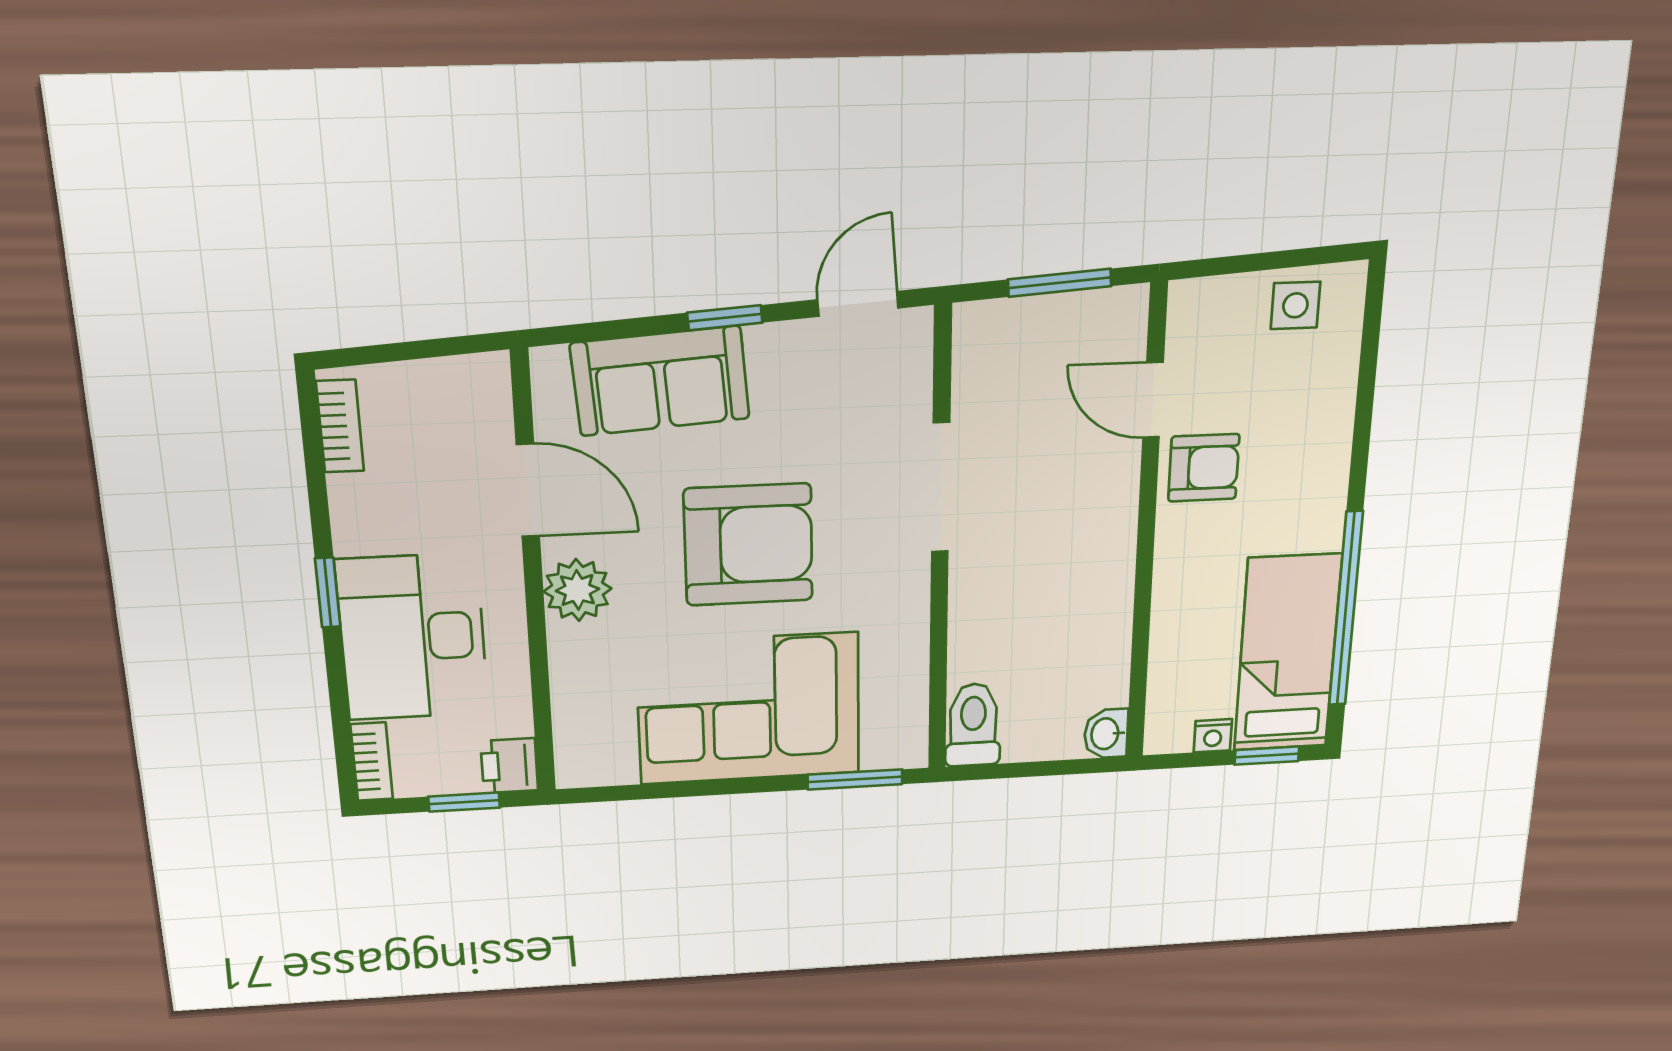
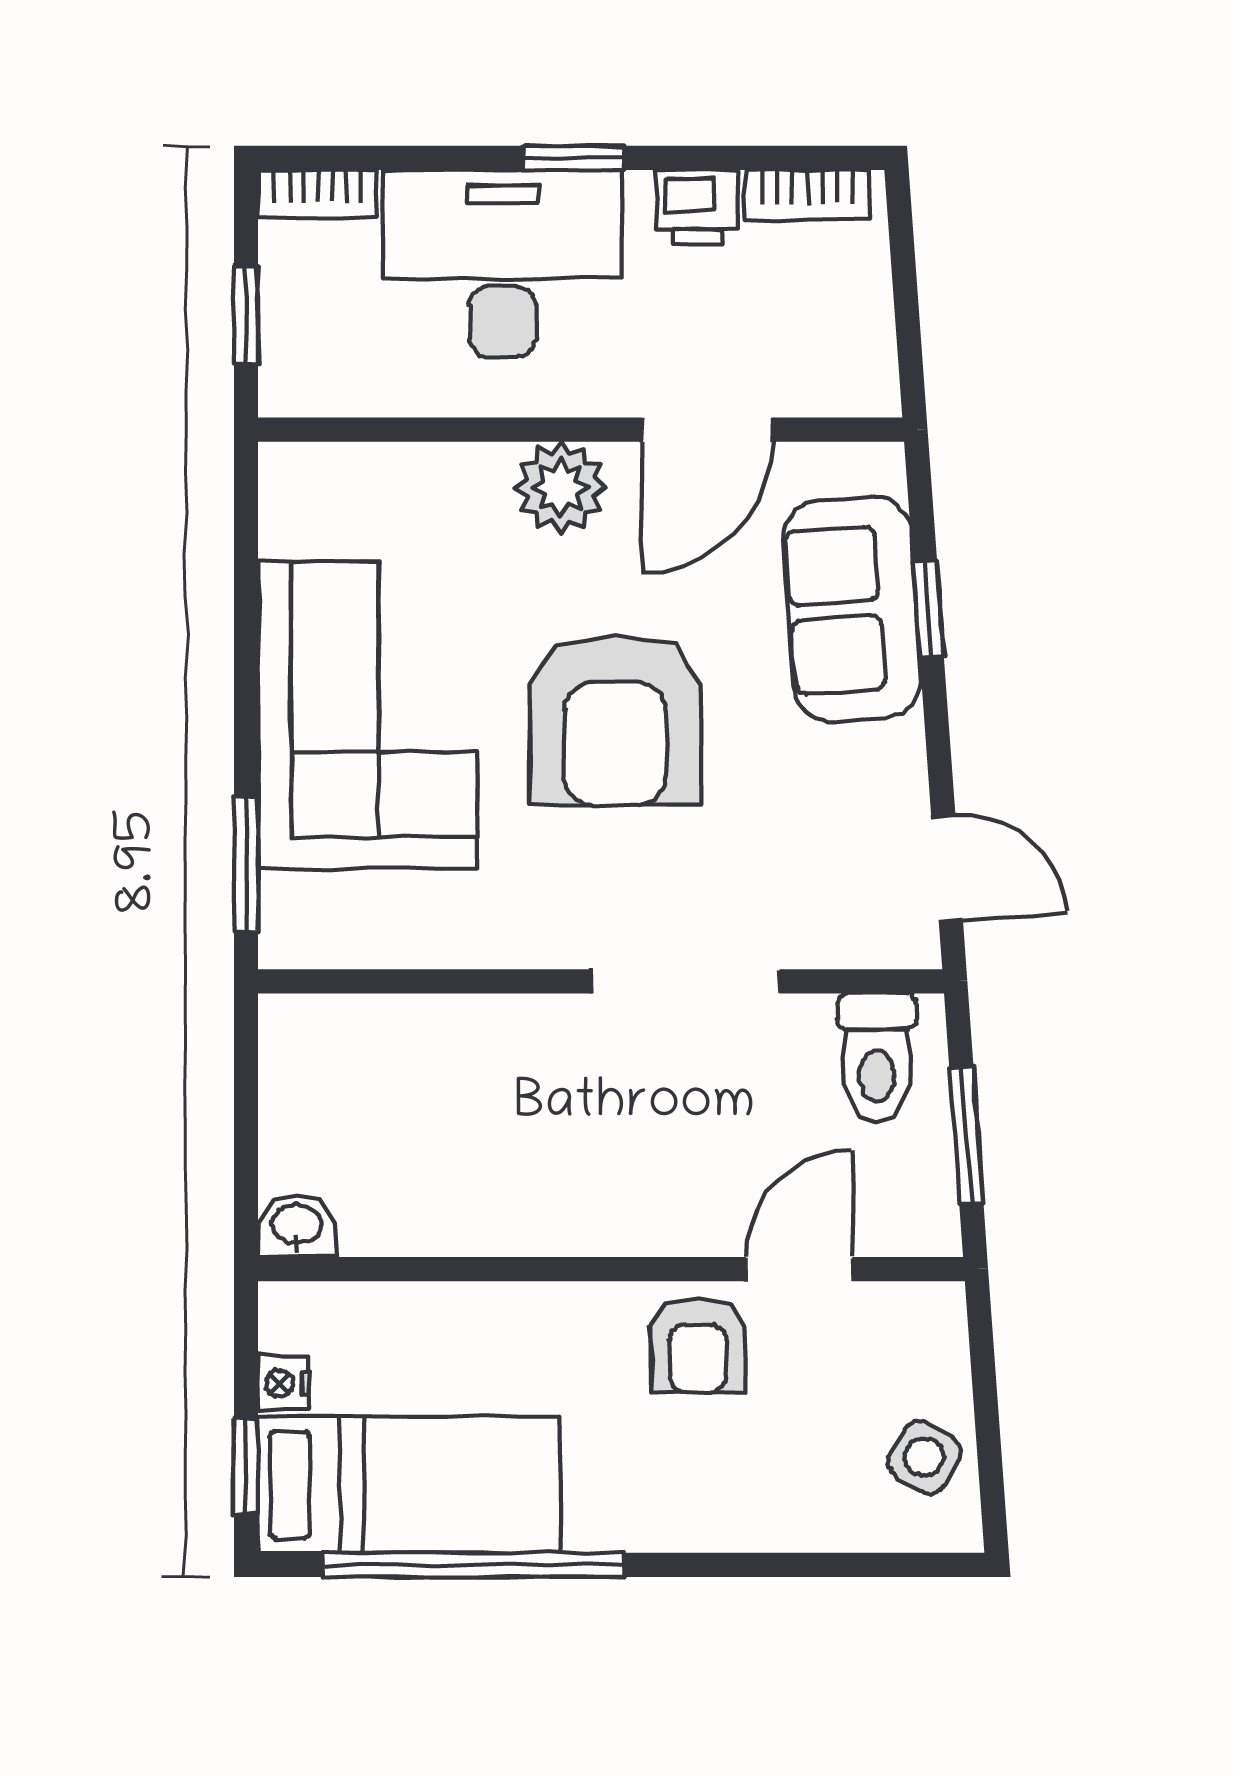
side table: (1295, 305) -> (924, 1457), turned 30
window: (725, 318) -> (928, 609), moved
toilet: (973, 725) -> (877, 1058), moved, turned 90
printer: (509, 766) -> (697, 207), moved, turned 180

